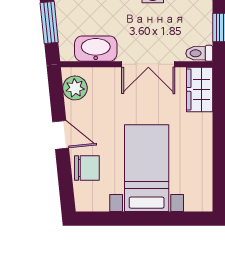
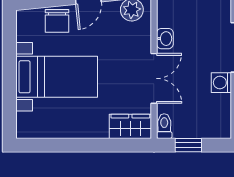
washbasin: (96, 49) -> (165, 39), width x0.52, depth x0.69
double door: (148, 64) -> (154, 78), swing flipped

